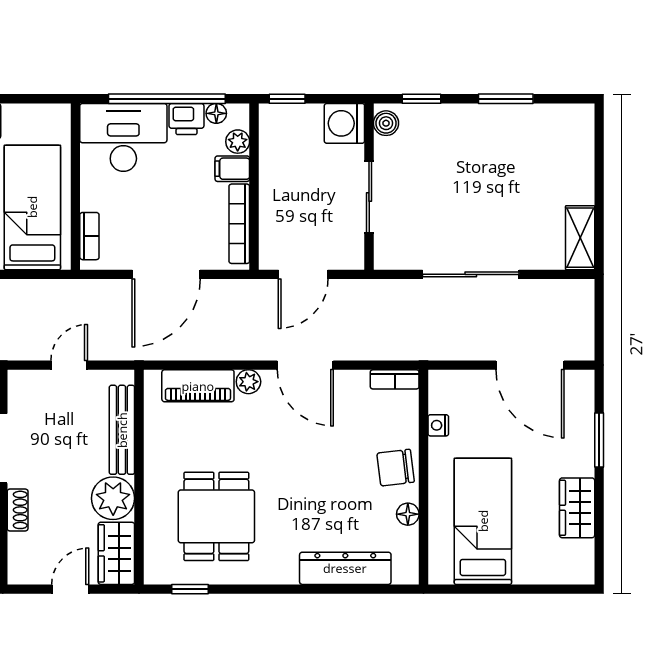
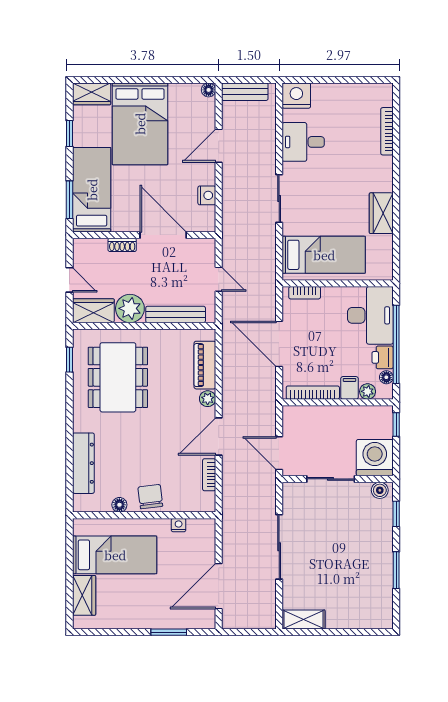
washing machine: (344, 123) -> (375, 458), width x1.37, depth x1.37
door: (303, 274) -> (279, 453), moved
bookcase: (395, 379) -> (209, 475), moved
wardrobe: (577, 508) -> (84, 595), moved, turned 90
dining table: (216, 516) -> (118, 377), width x1.38

